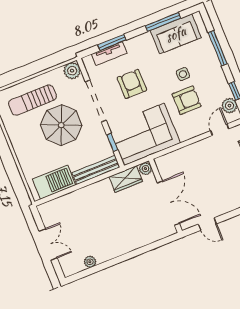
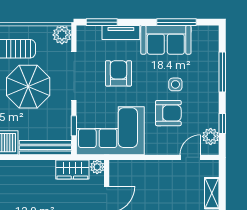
sofa: (176, 34) -> (166, 40), moved
window: (112, 42) -> (102, 22), moved
tv unit: (109, 54) -> (121, 33), moved

